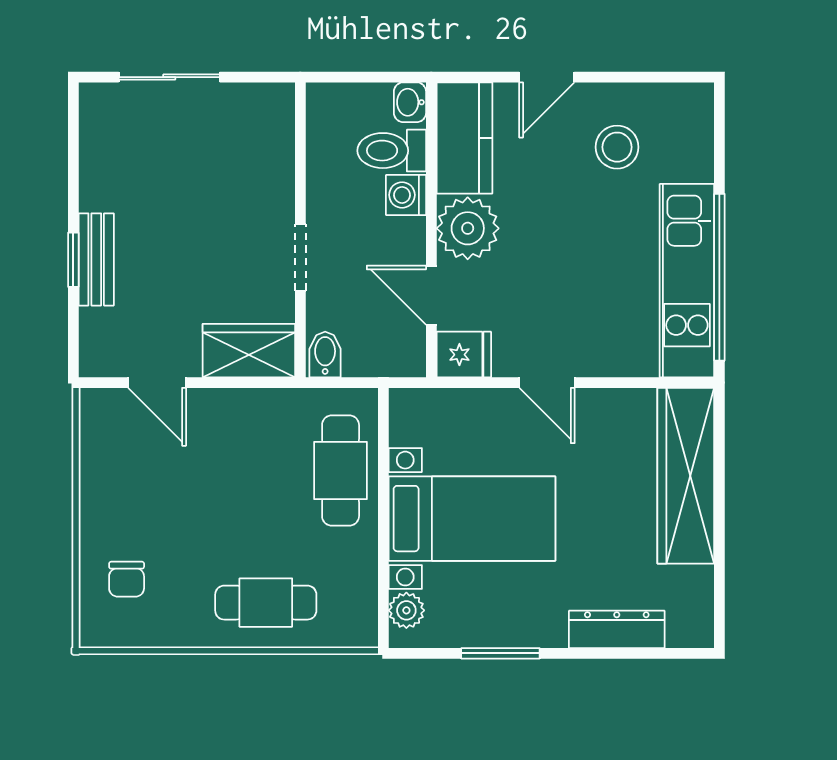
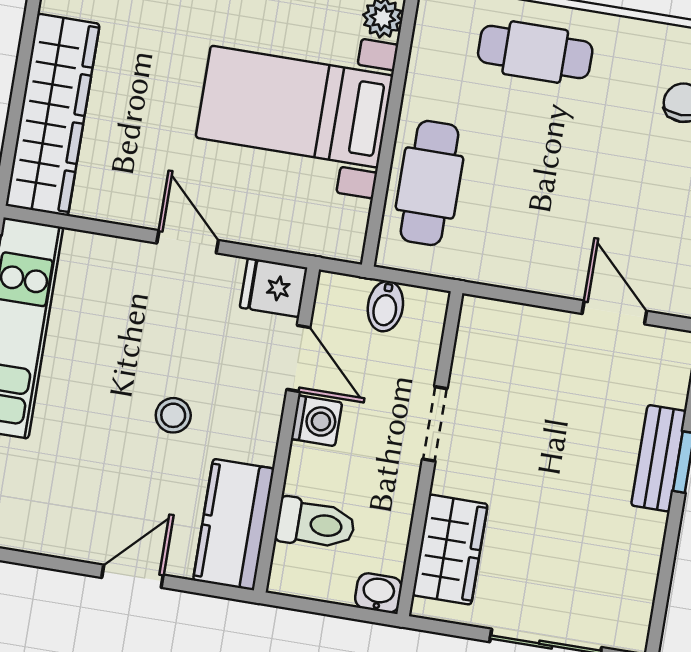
washbasin: (410, 102) -> (378, 593), moved, turned -90
stool: (617, 147) -> (173, 415), moved, width x0.73, depth x0.73
washing machine: (406, 195) -> (316, 421), moved
plant: (468, 228) -> (246, 425), removed
wardrobe: (249, 351) -> (450, 550), moved, turned -90
bidet: (325, 354) -> (385, 306), moved

